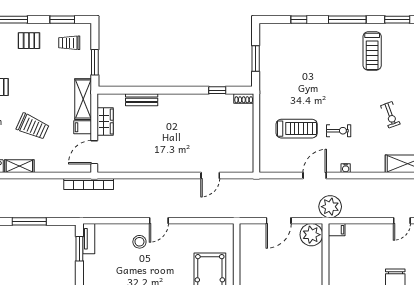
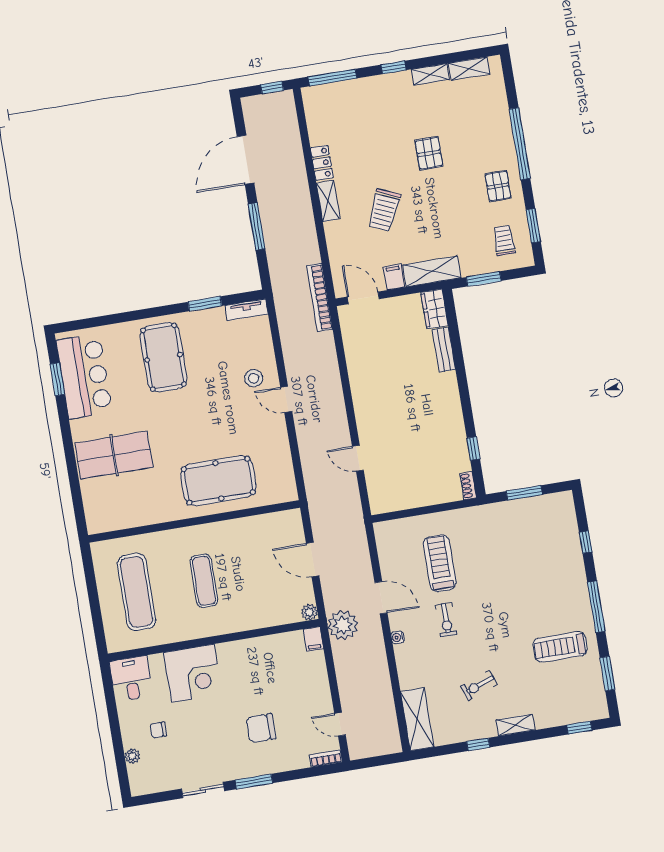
wardrobe: (105, 122) -> (434, 309), moved, turned 90
treadmill: (297, 129) -> (440, 563), turned 180
plant: (311, 235) -> (309, 612), width x0.53, depth x0.53
window: (79, 249) -> (205, 304), moved

